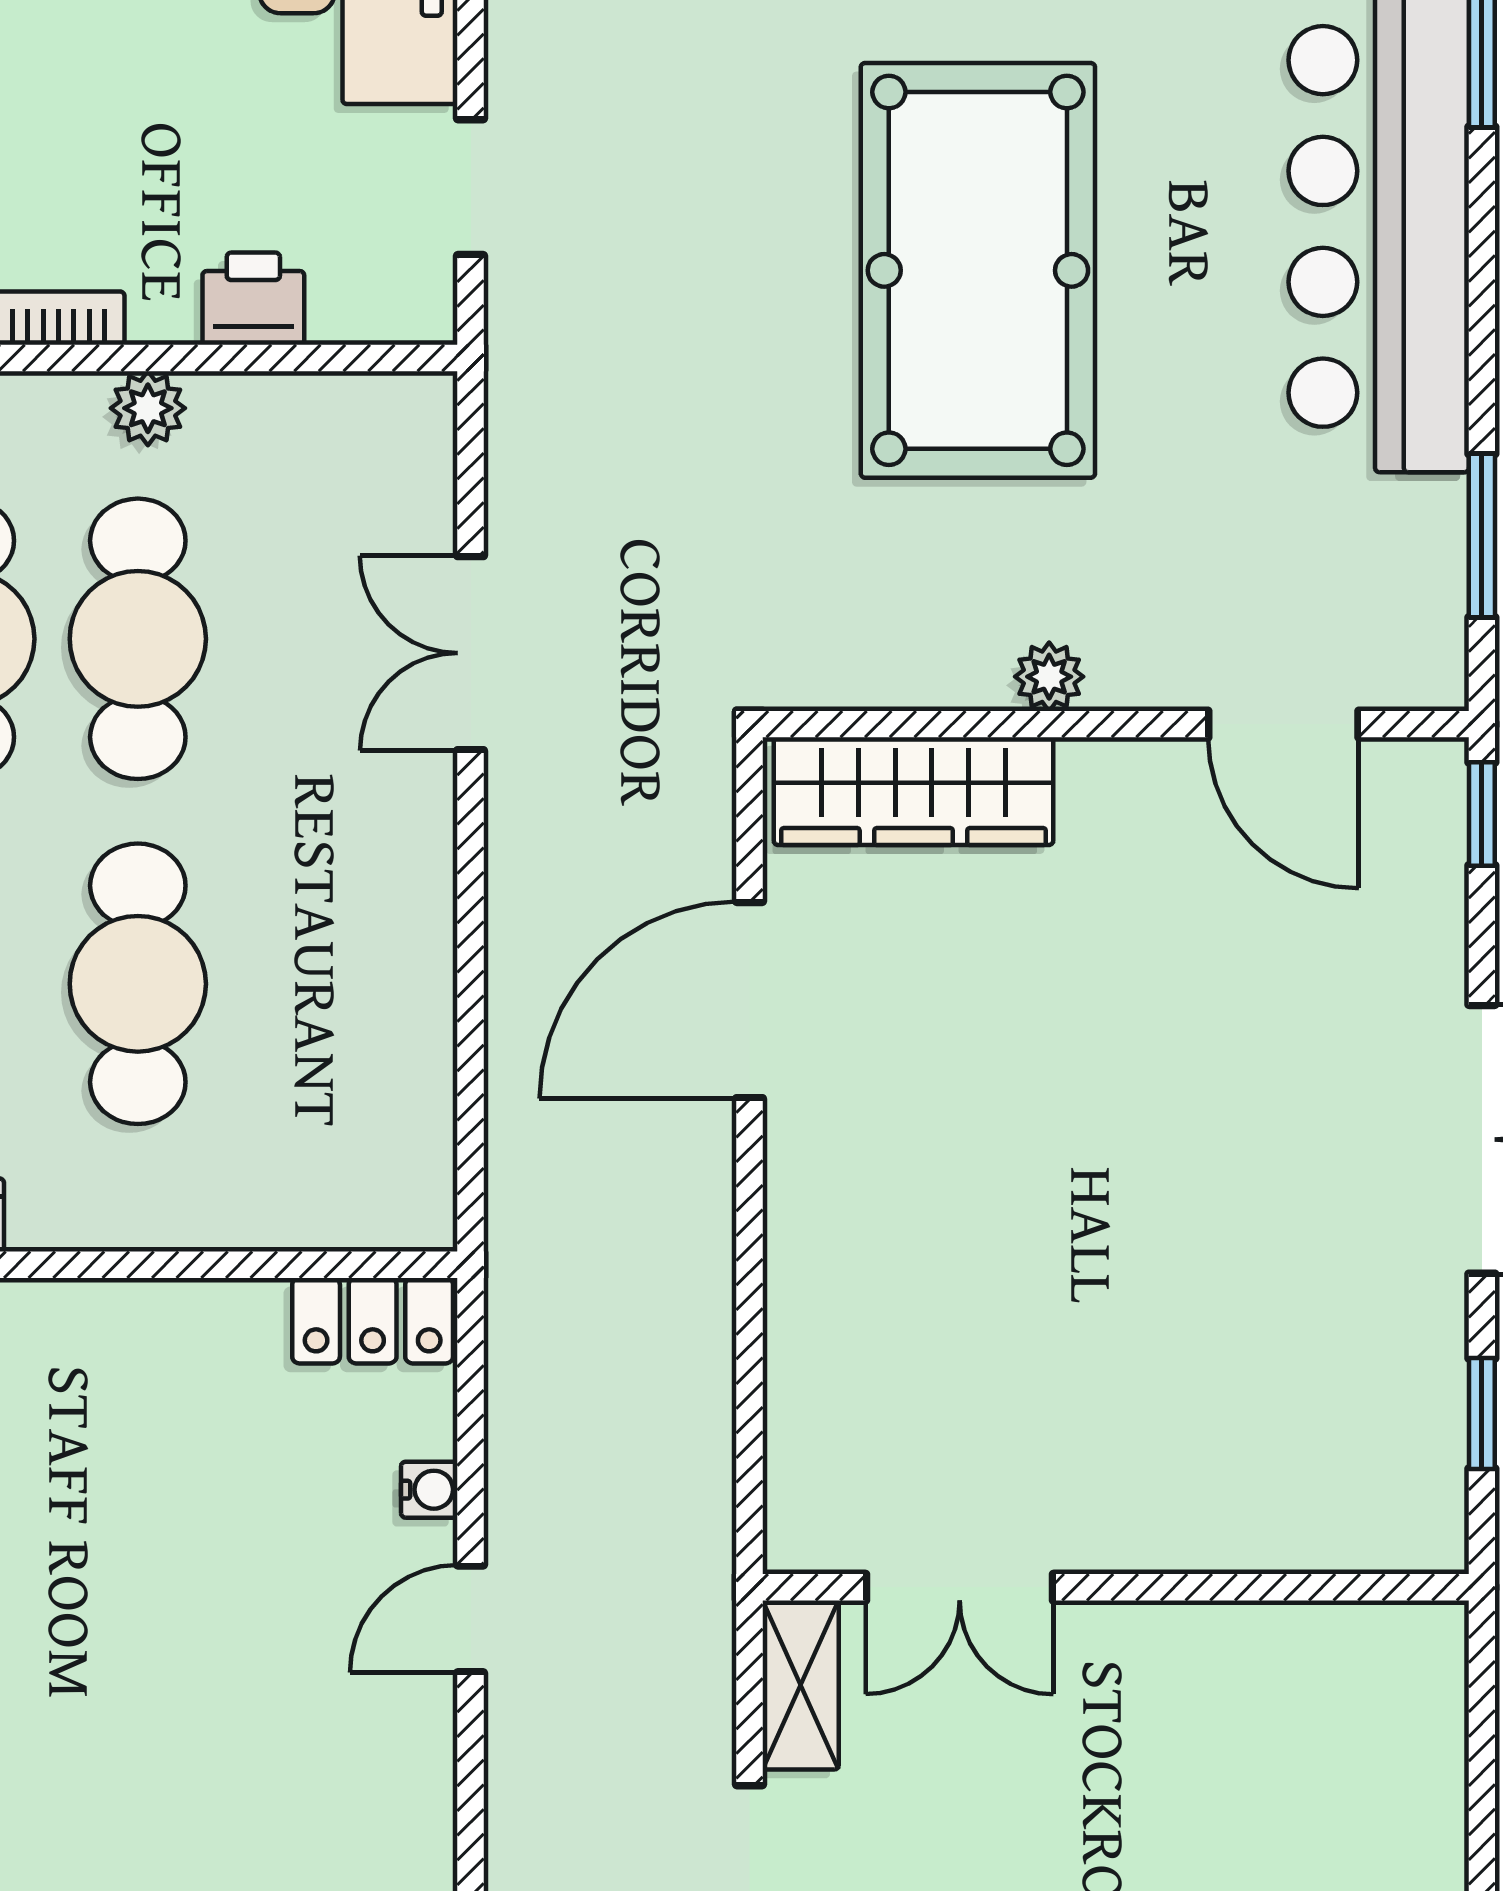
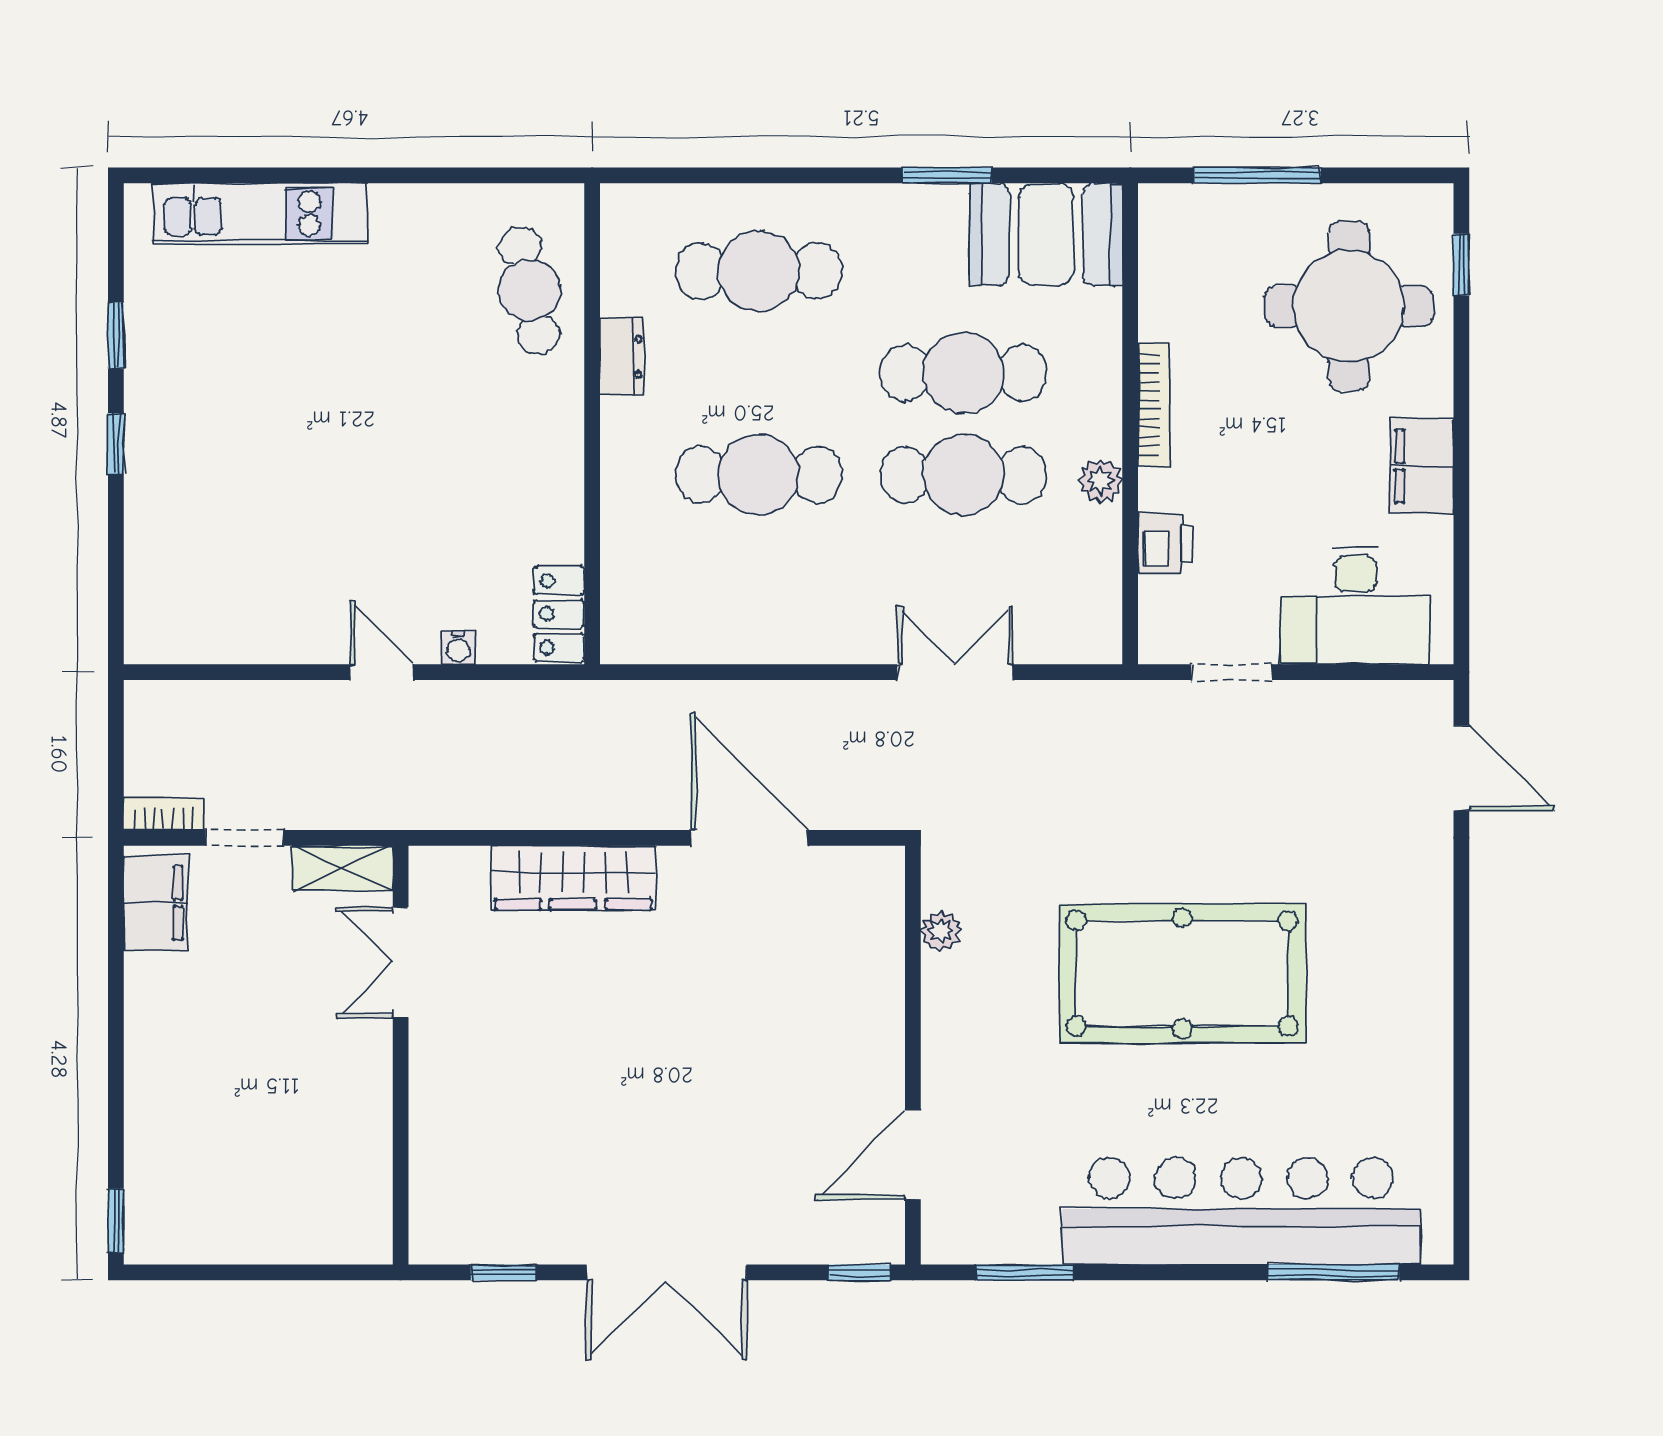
plant: (1049, 677) -> (941, 931), moved
wardrobe: (913, 791) -> (573, 878), moved, turned -90

